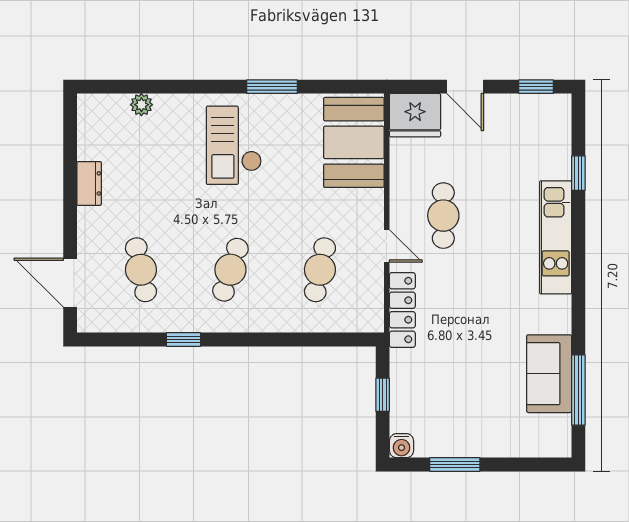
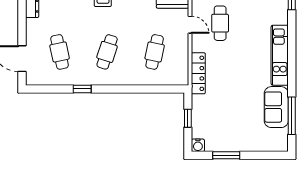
kitchen unit: (556, 237) -> (280, 55), moved
door: (387, 246) -> (190, 25), moved

